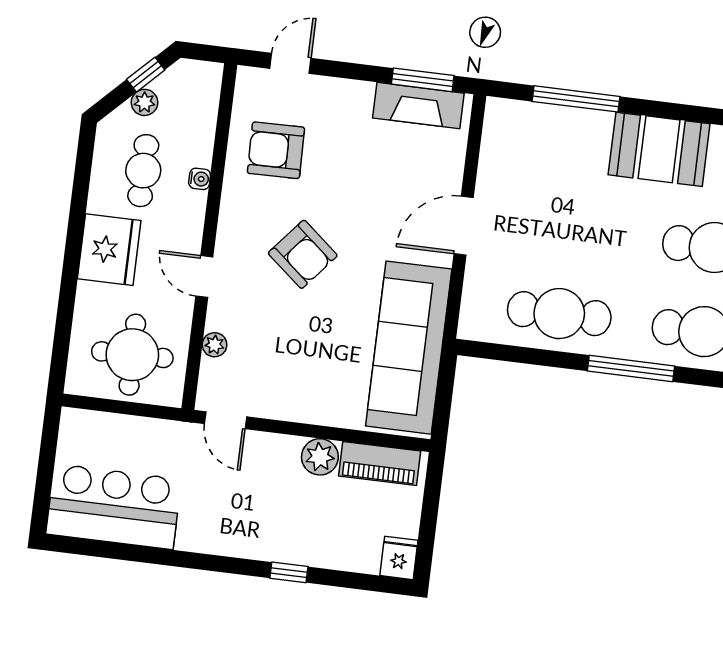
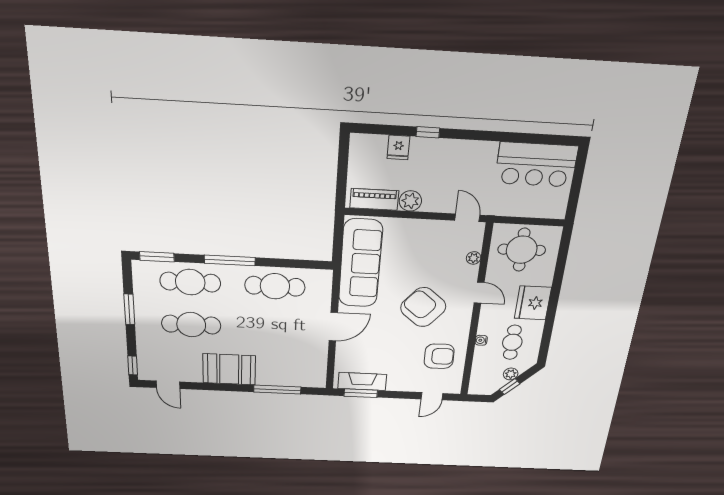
armchair: (303, 254) -> (423, 307), width x1.36, depth x1.36
fridge: (399, 558) -> (398, 147), moved

